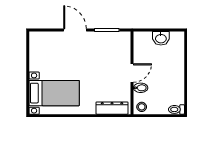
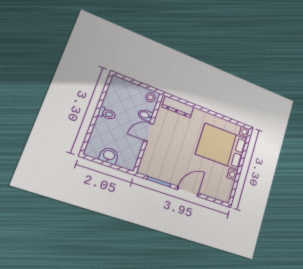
door: (75, 30) -> (188, 191), swing flipped
bed with nightstands: (54, 93) -> (222, 146), width x1.36
toilet: (176, 109) -> (107, 114), moved

